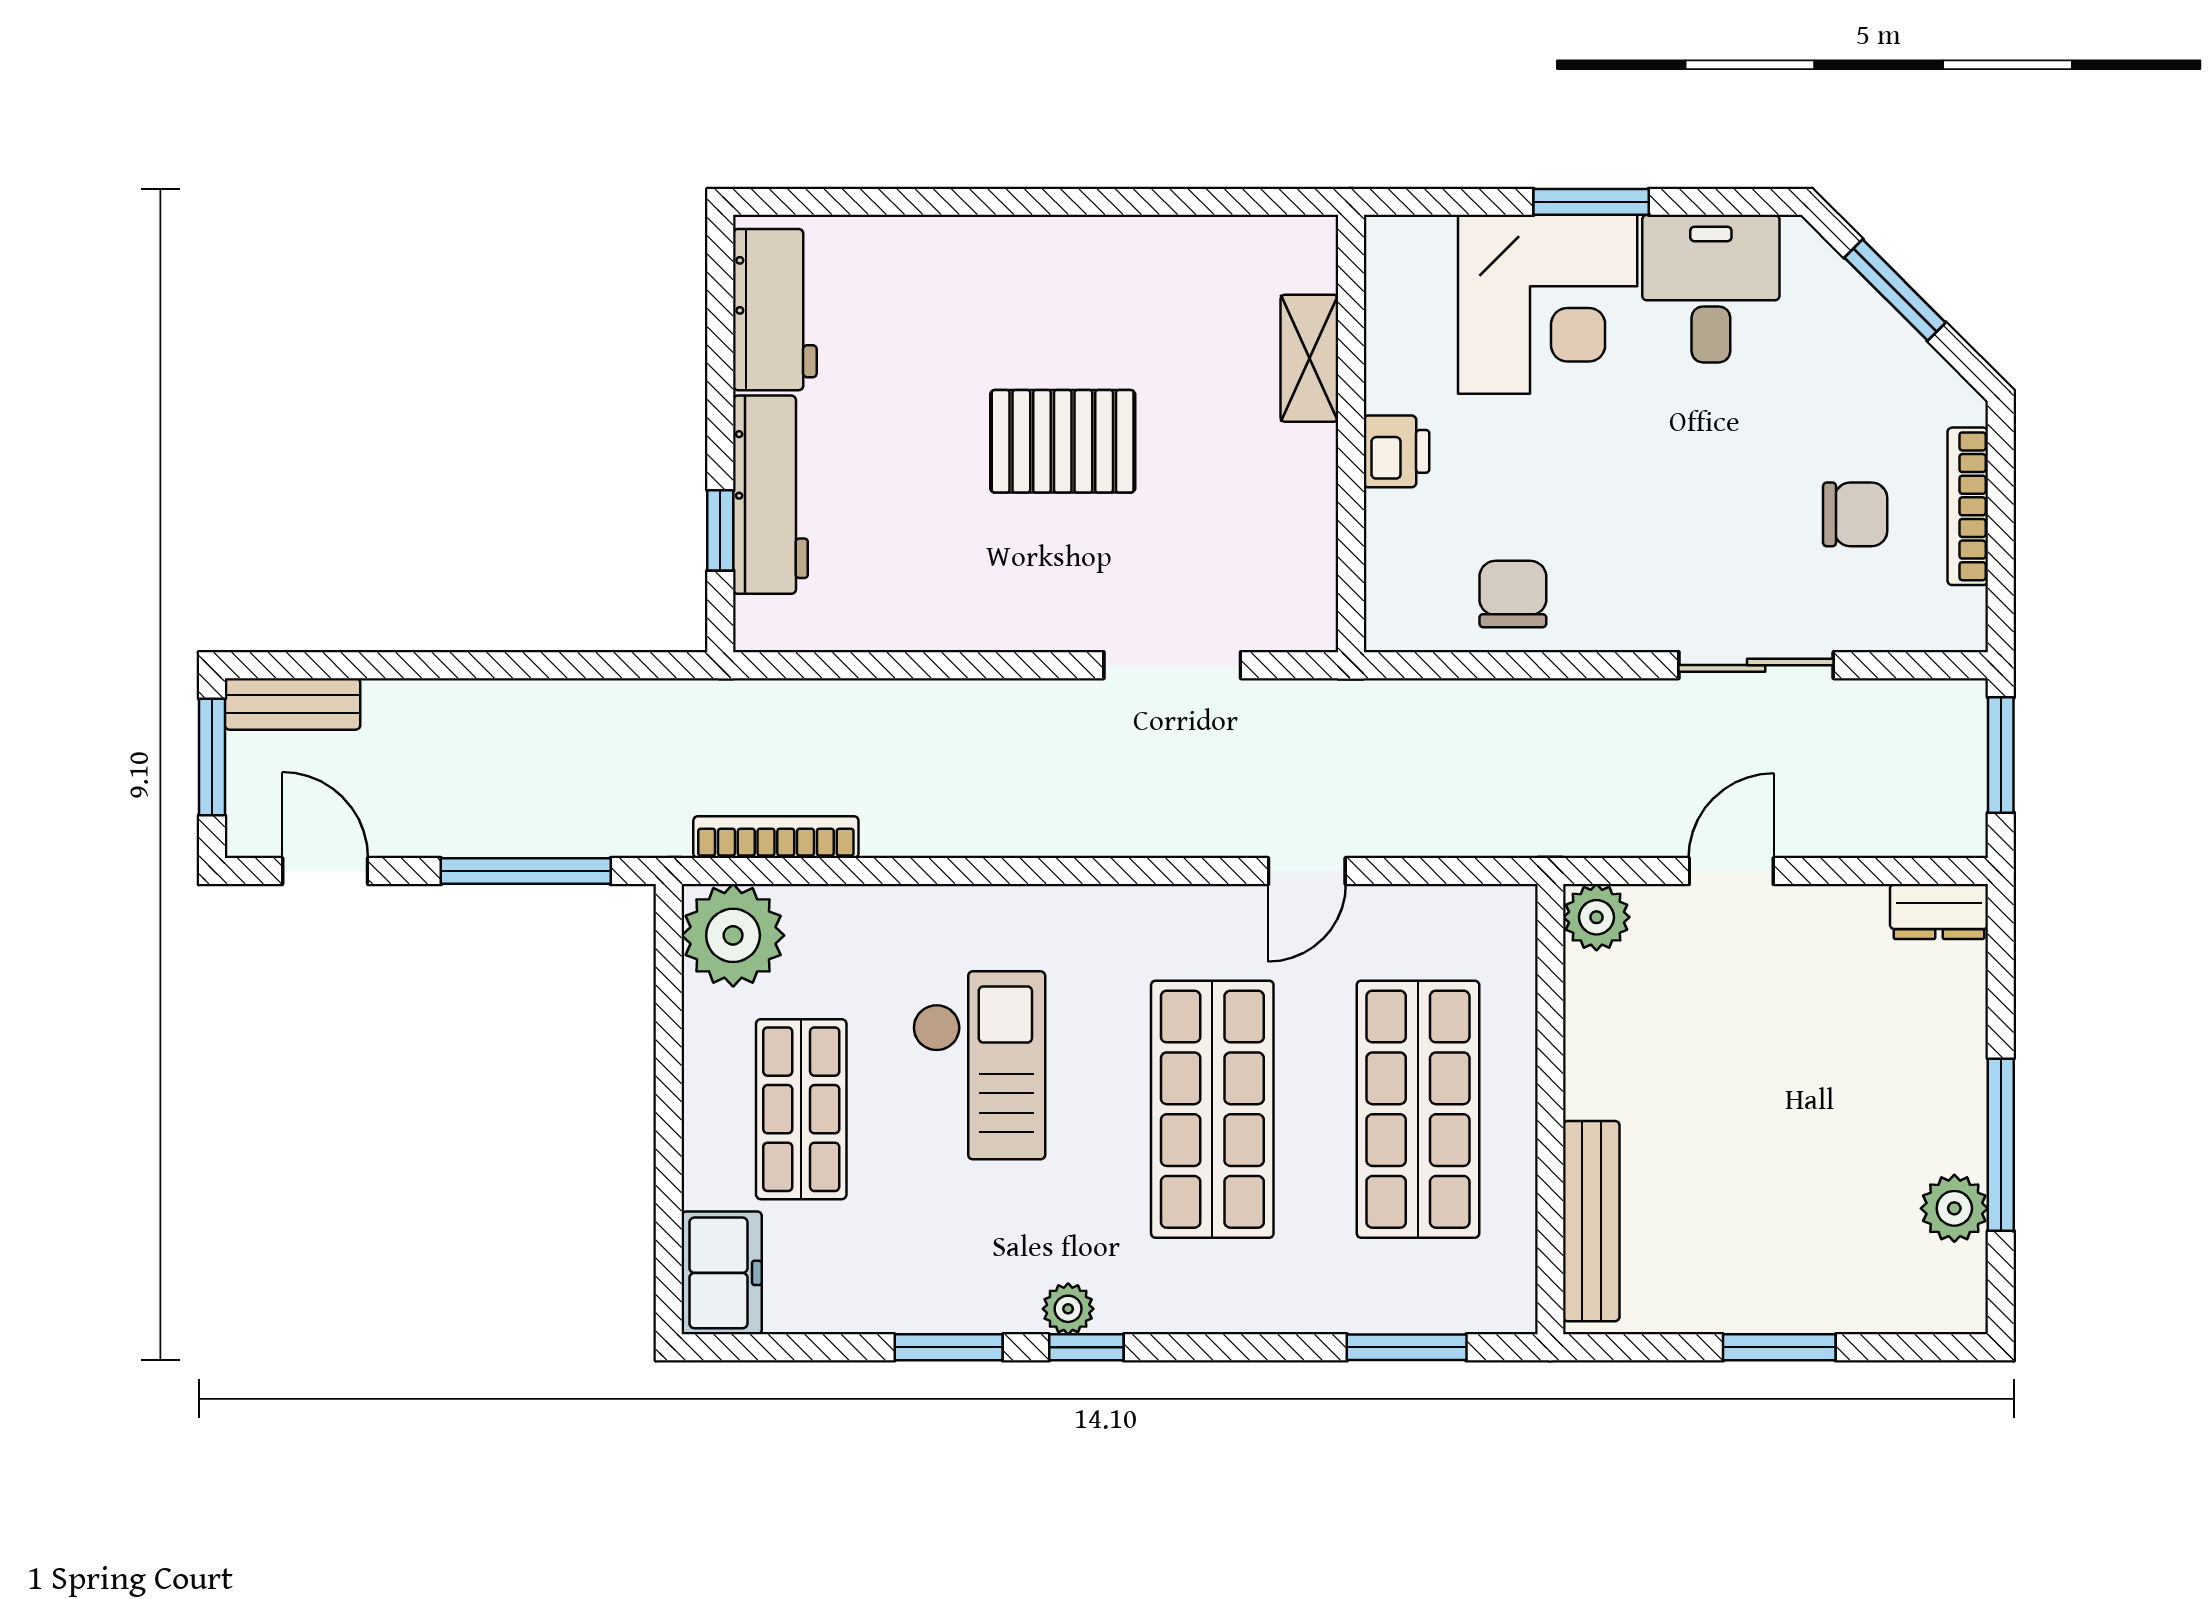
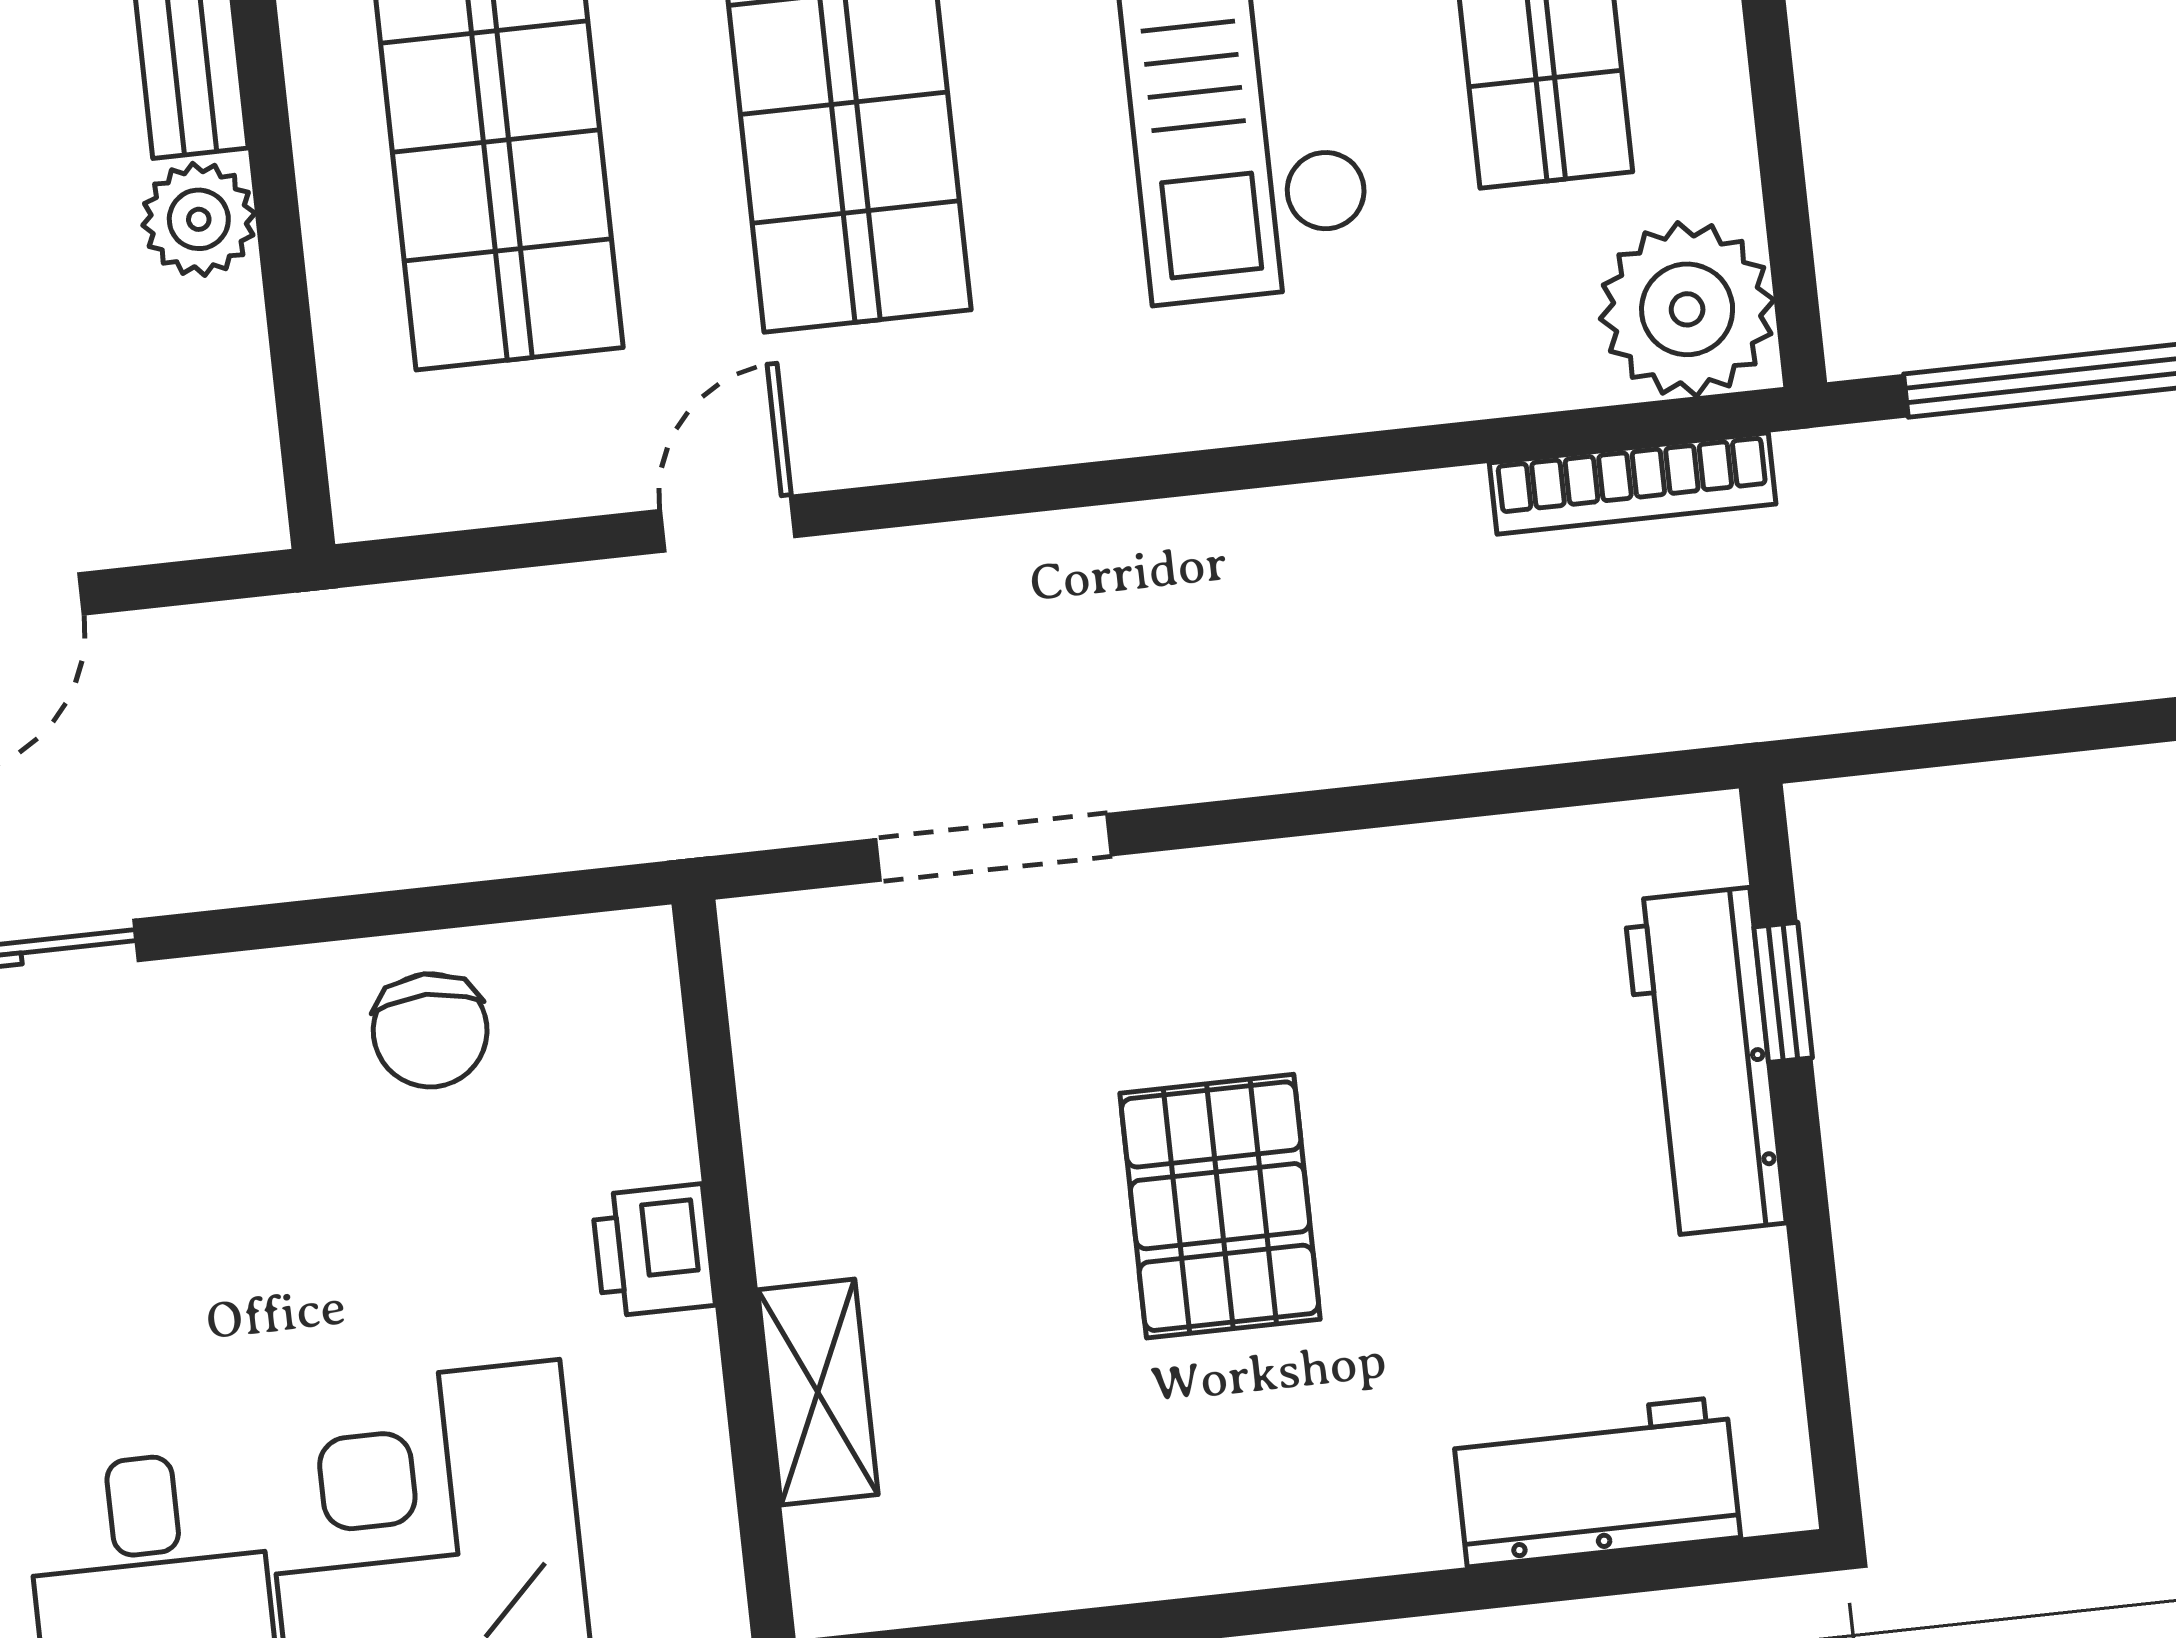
workbench: (775, 310) -> (1596, 1482), moved, turned 90
pallet: (1063, 441) -> (1220, 1206), turned 90
plant: (1596, 917) -> (199, 219), moved

